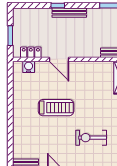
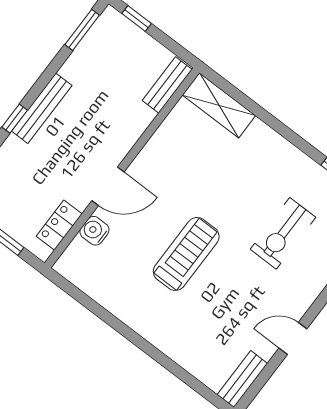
water cooler: (29, 67) -> (94, 231), moved

